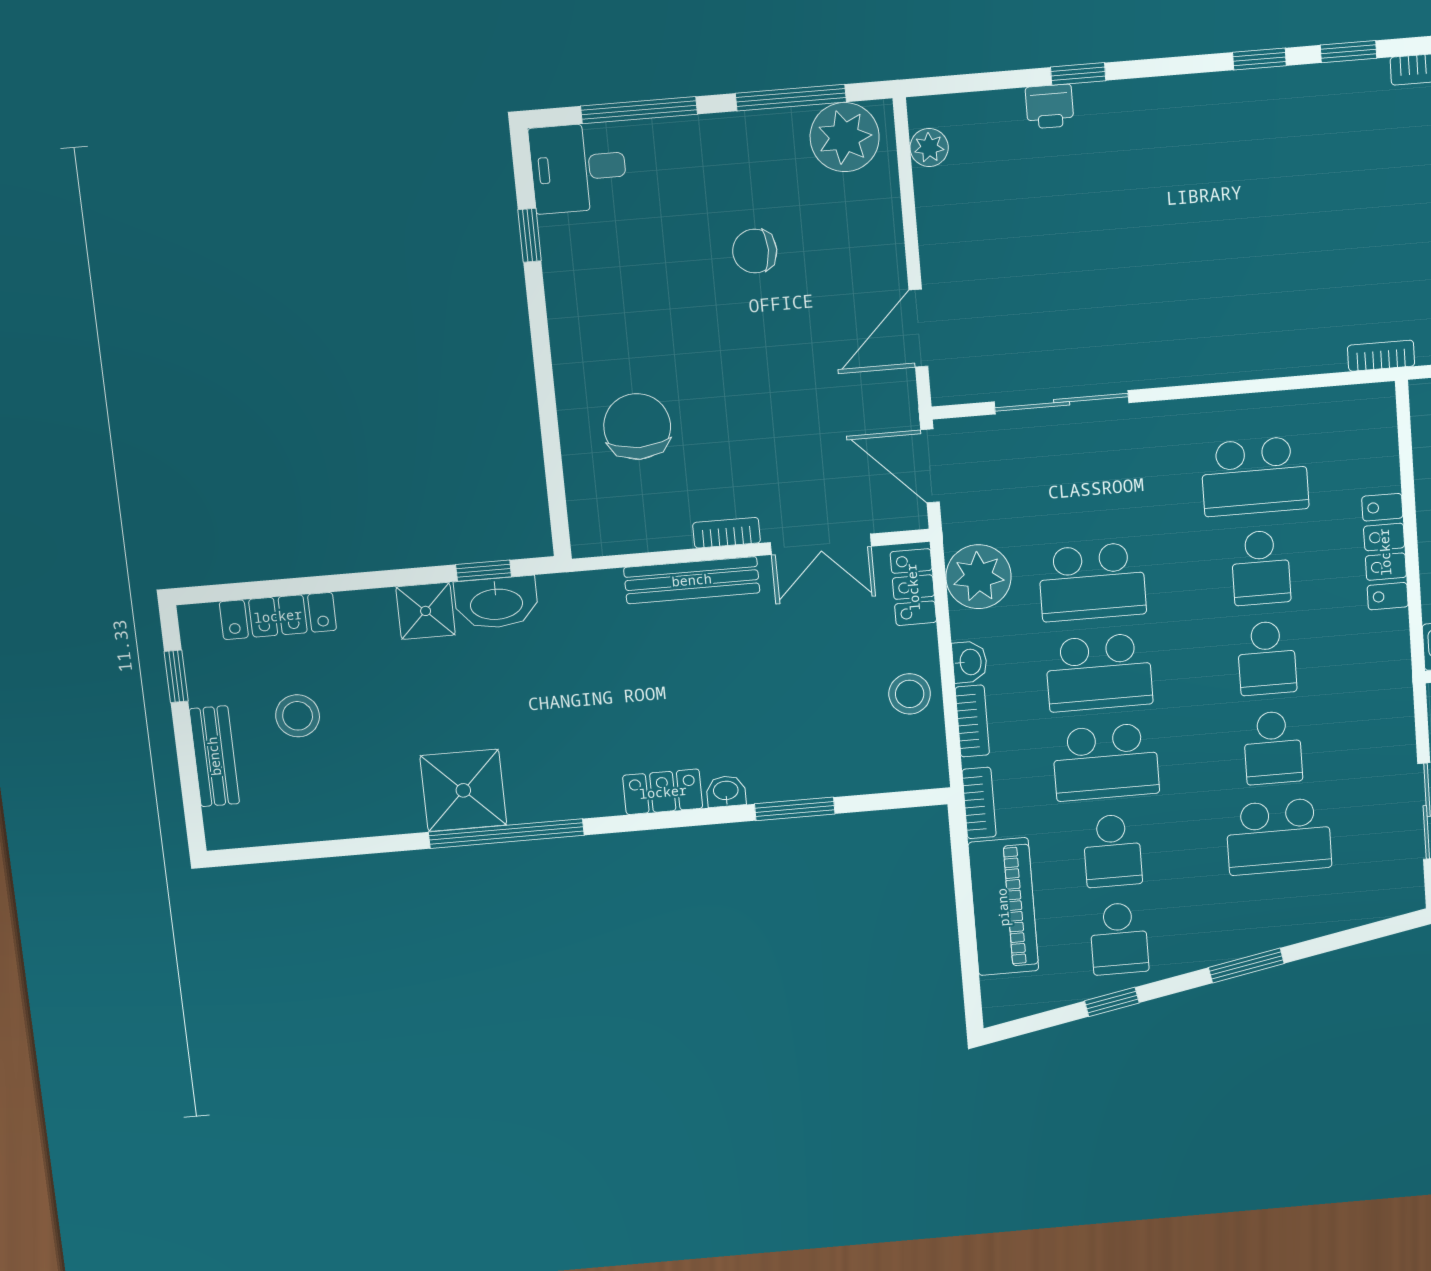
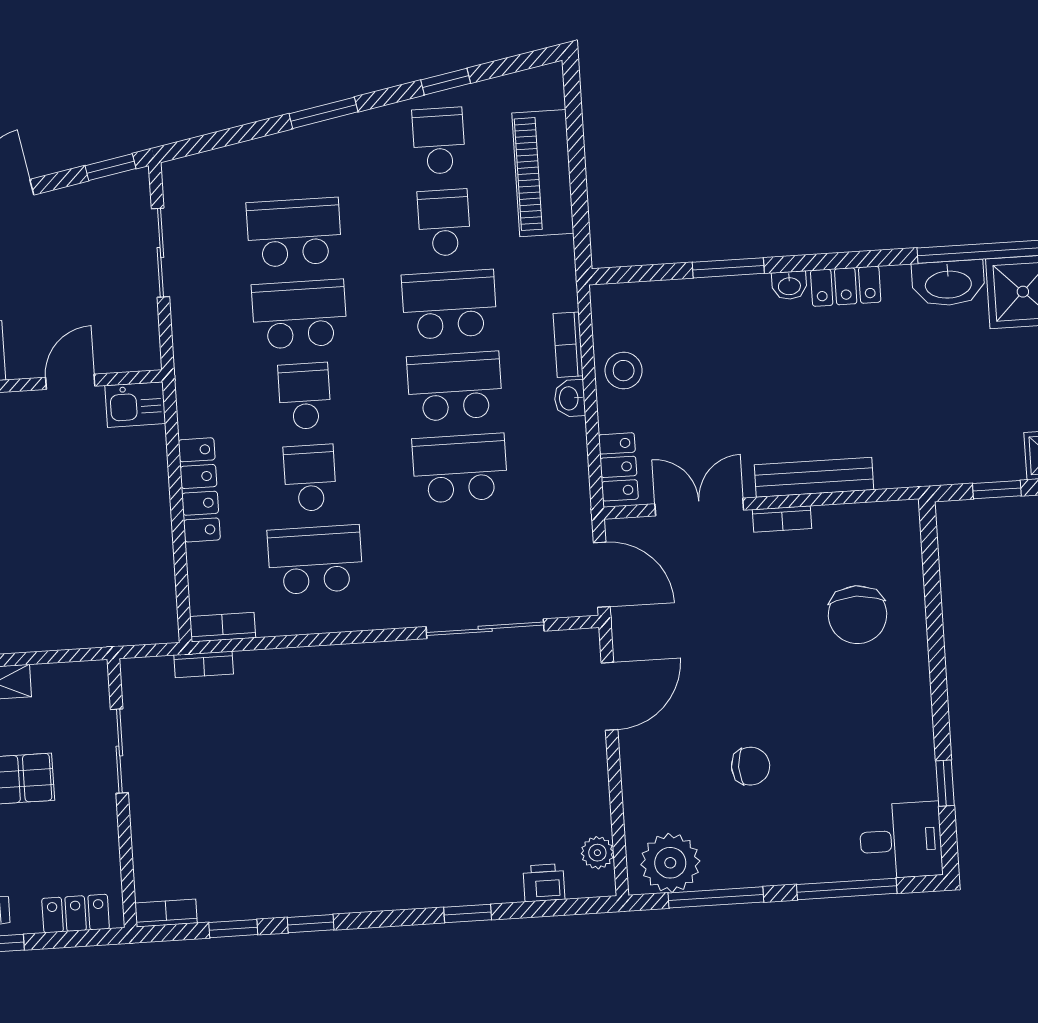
printer: (1050, 107) -> (544, 883), moved
plant: (978, 577) -> (561, 475), removed
washbasin: (496, 603) -> (948, 283), moved, turned 180
school desk: (1273, 748) -> (299, 314), width x1.85
bookcase: (979, 803) -> (223, 627), moved, turned 90

